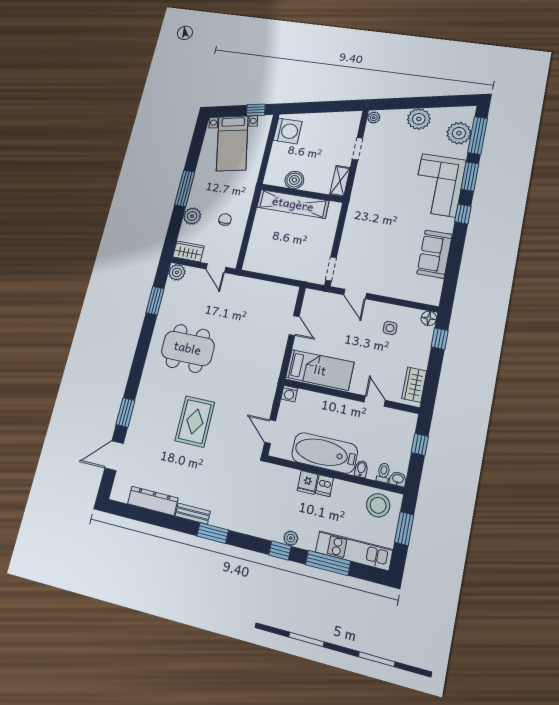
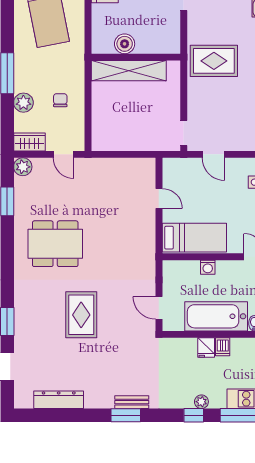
shelving: (340, 181) -> (173, 37), removed
rug: (374, 208) -> (214, 61), added
washing machine: (289, 394) -> (208, 267), moved
bench: (193, 514) -> (132, 402), moved

